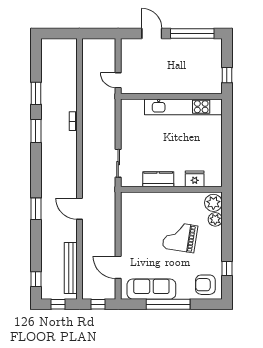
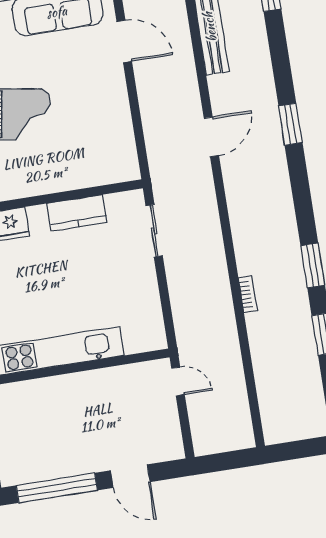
door: (79, 209) -> (211, 137), hinge flipped

